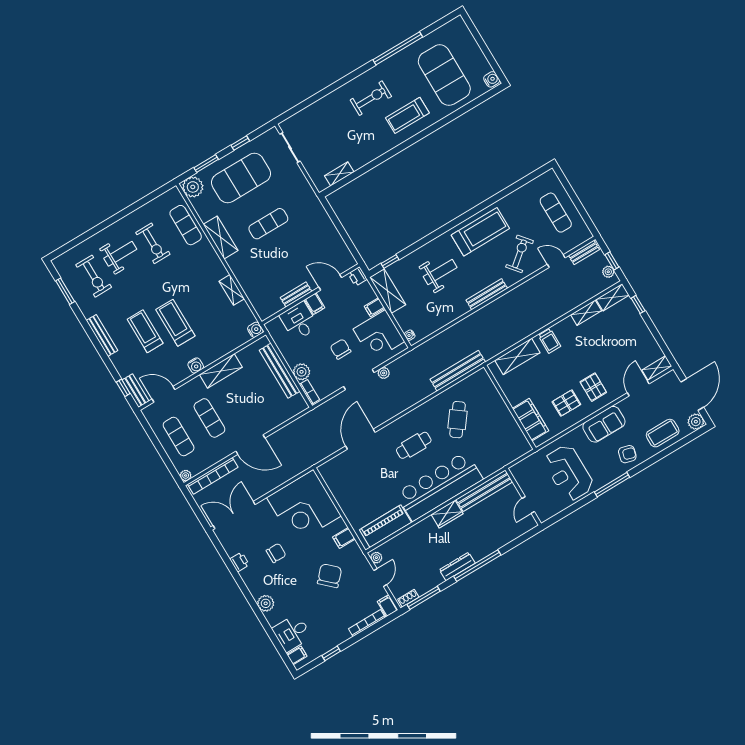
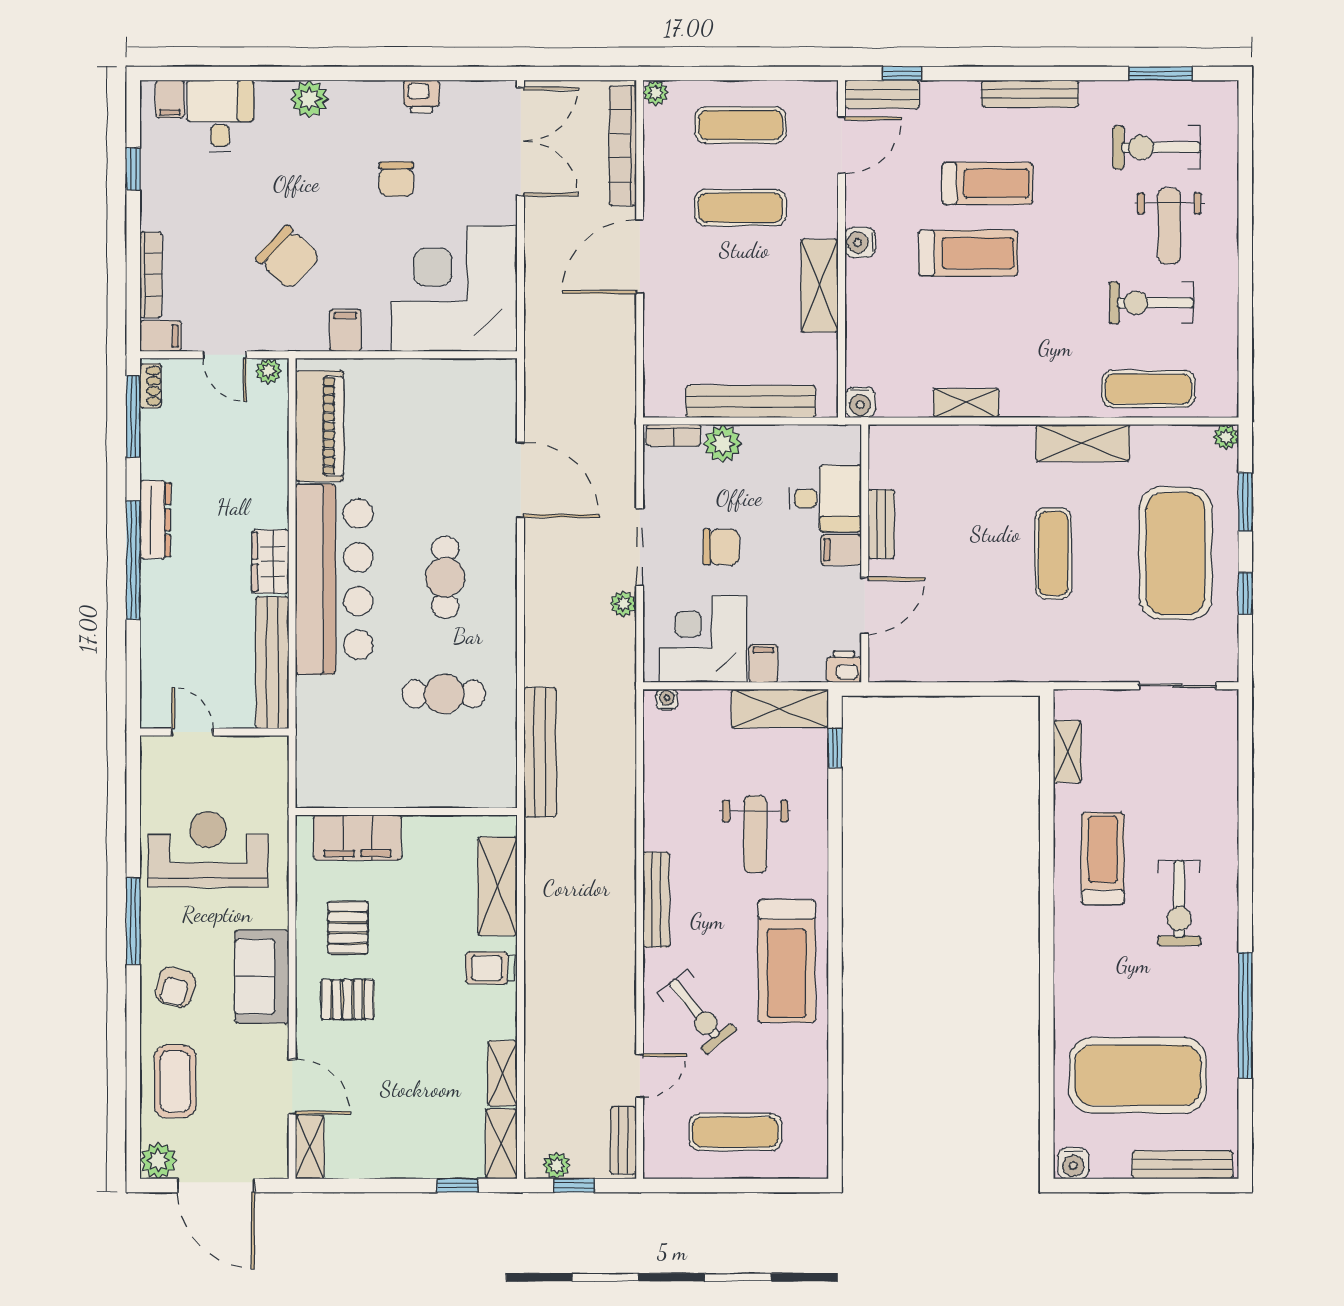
bench: (468, 38) -> (1182, 1165), added
treadmill: (407, 115) -> (1103, 859), moved
plant: (193, 187) -> (1226, 437), width x0.53, depth x0.53
cafe table: (458, 420) -> (444, 694), turned -37

